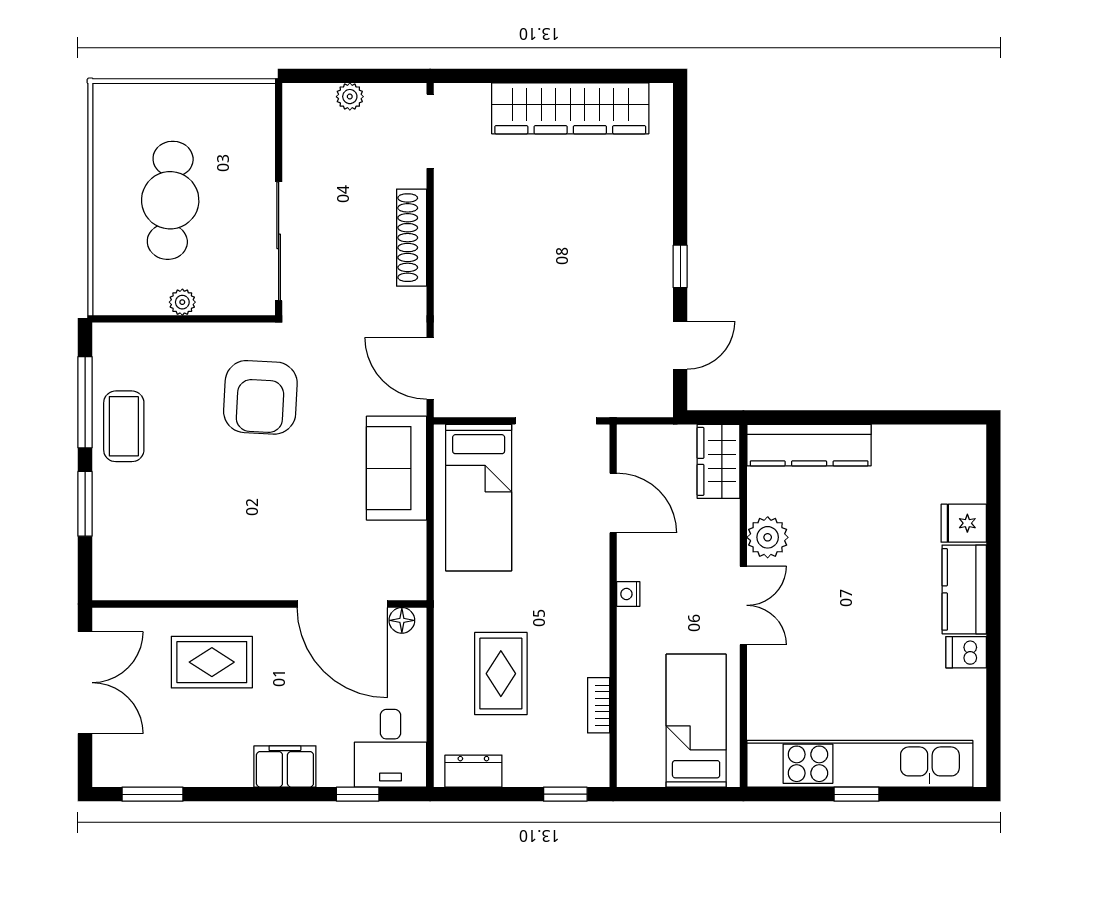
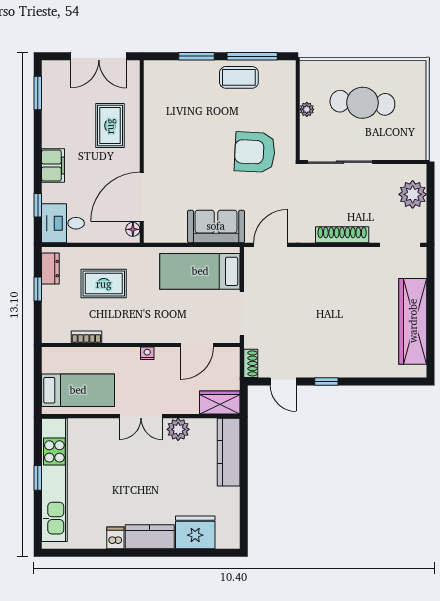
plant: (350, 97) -> (413, 194), width x1.88, depth x1.88
shoe rack: (647, 405) -> (251, 363), added
fridge: (964, 523) -> (195, 532), width x1.88, depth x1.34
window: (565, 794) -> (38, 289), moved

